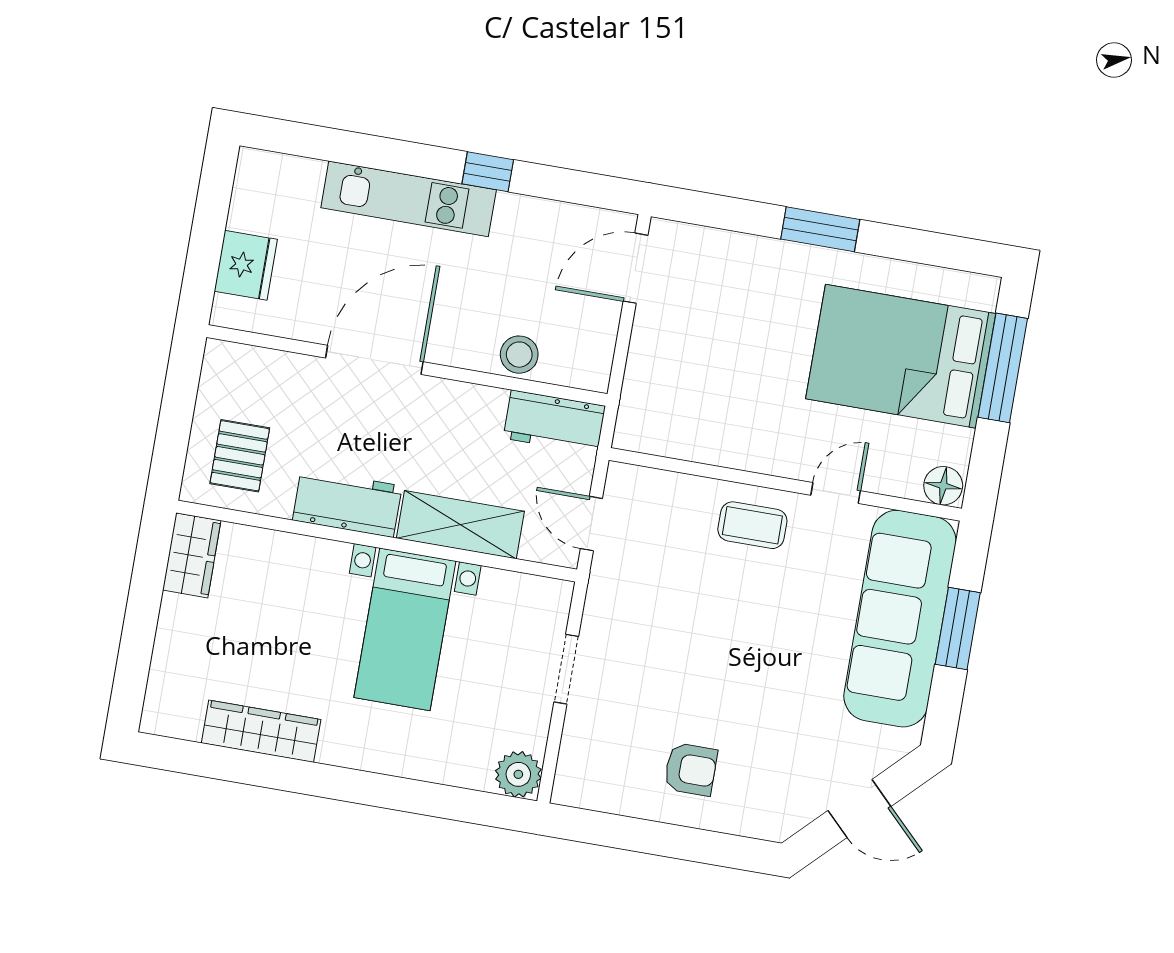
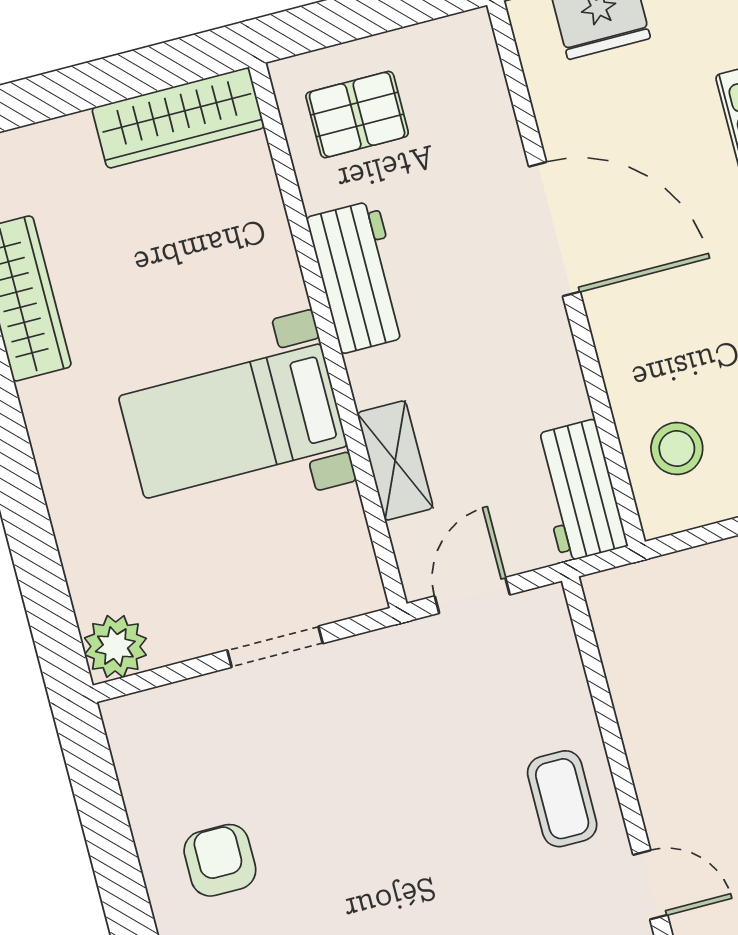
stool: (519, 355) -> (677, 449), moved
shelving: (460, 525) -> (395, 461), width x0.67, depth x0.75
wardrobe: (192, 555) -> (178, 118), width x1.50
armchair: (691, 769) -> (220, 860), turned 180

